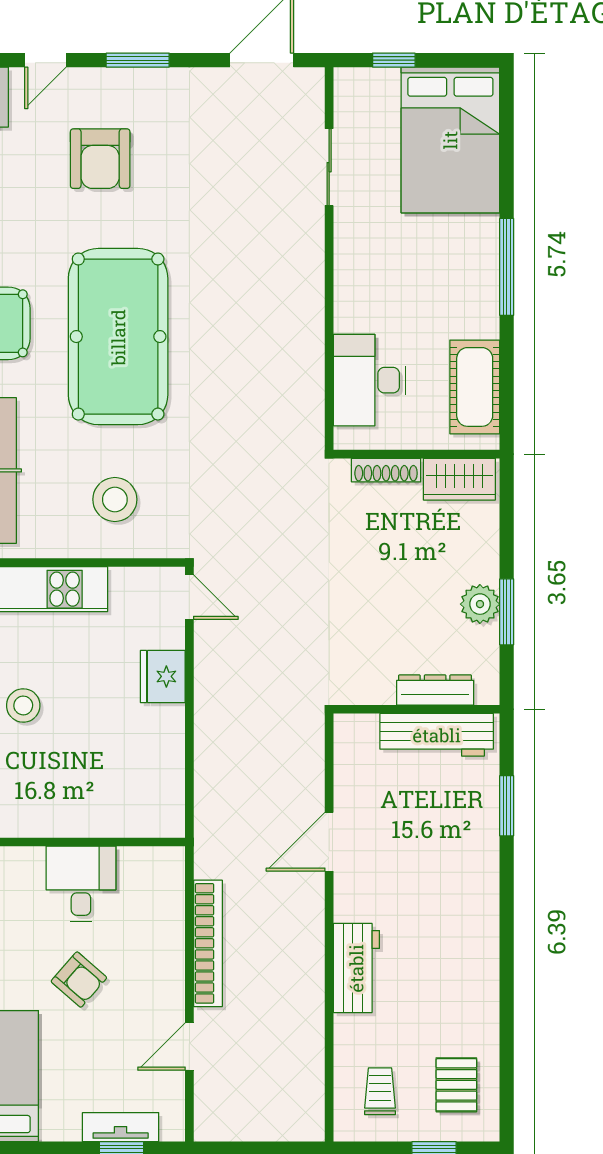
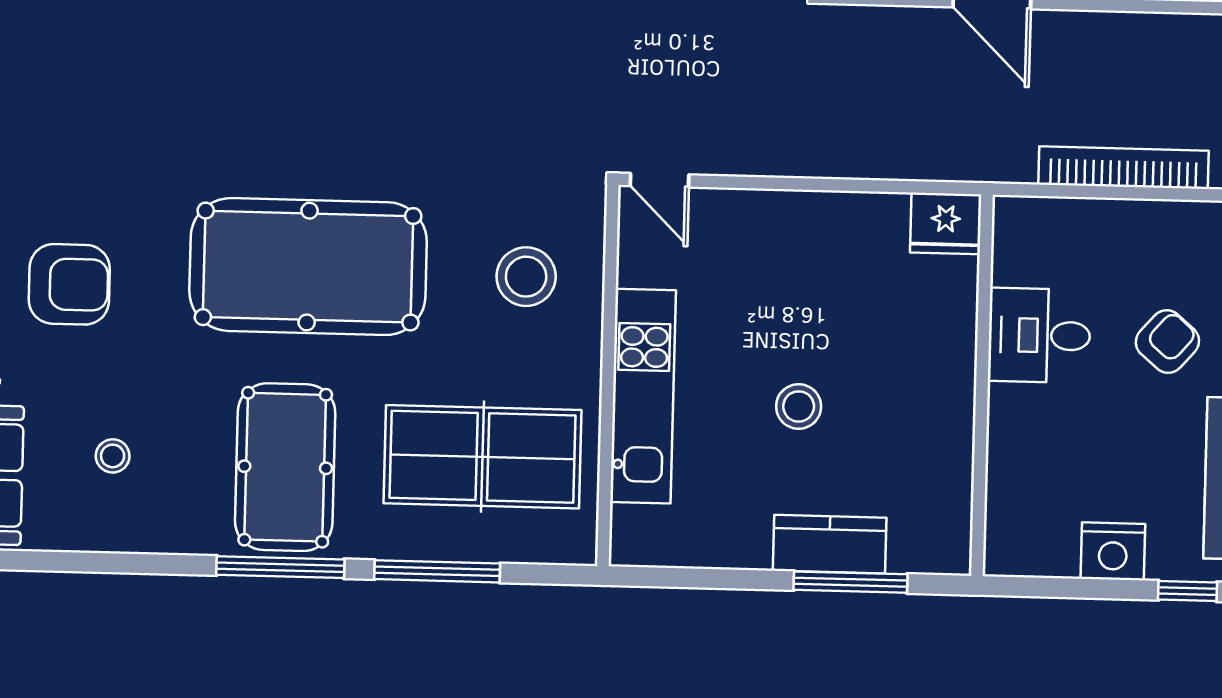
door: (189, 597) -> (659, 180), swing flipped
fridge: (163, 676) -> (946, 223), moved

